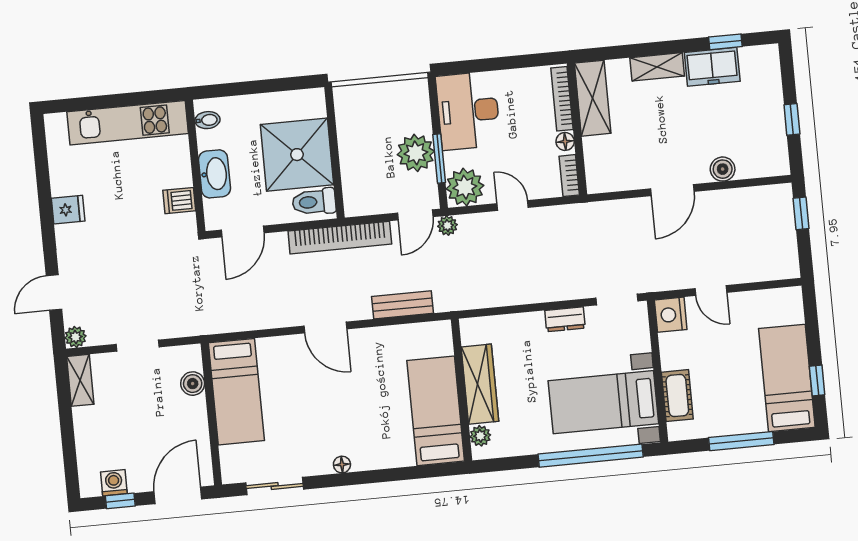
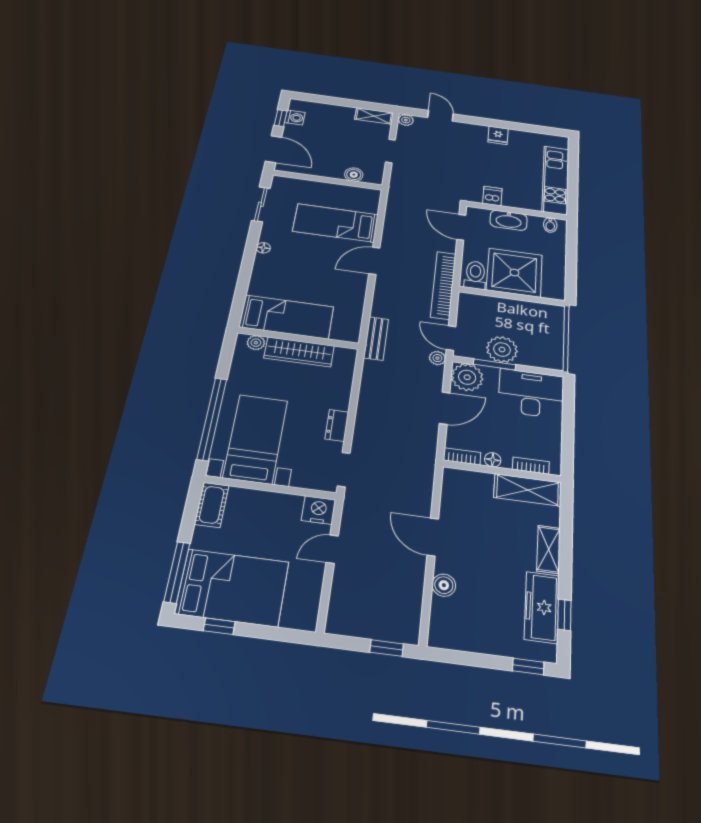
freezer: (712, 67) -> (542, 607), width x1.40
bookcase: (562, 99) -> (531, 466), width x0.64
window: (792, 119) -> (528, 667), moved
door: (513, 205) -> (445, 408), width x1.38
bench: (402, 305) -> (376, 338), moved
bed: (787, 378) -> (232, 588), width x1.50
bed: (236, 392) -> (336, 223), moved
cot: (677, 396) -> (212, 505), moved, turned 90
window: (741, 441) -> (177, 572), moved

